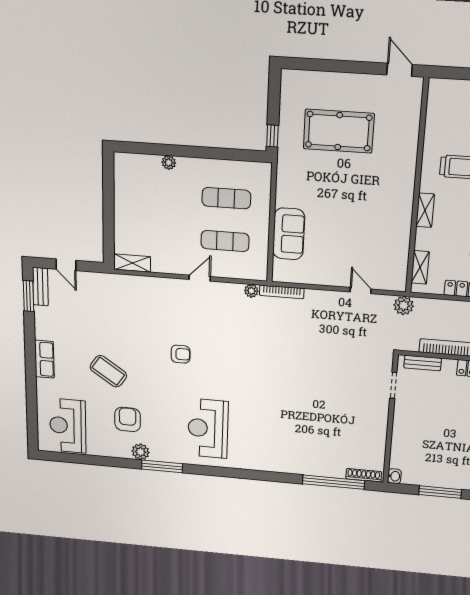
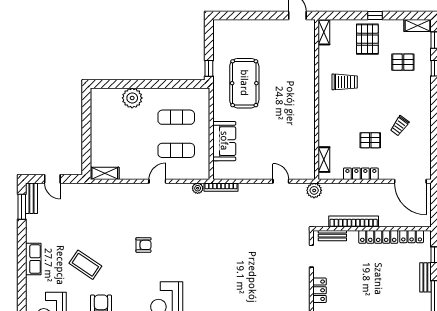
pool table: (339, 131) -> (244, 83), moved, turned 90
plant: (169, 163) -> (132, 98), width x1.87, depth x1.87
shelving: (425, 210) -> (324, 32), moved
locker: (400, 426) -> (320, 290), added

